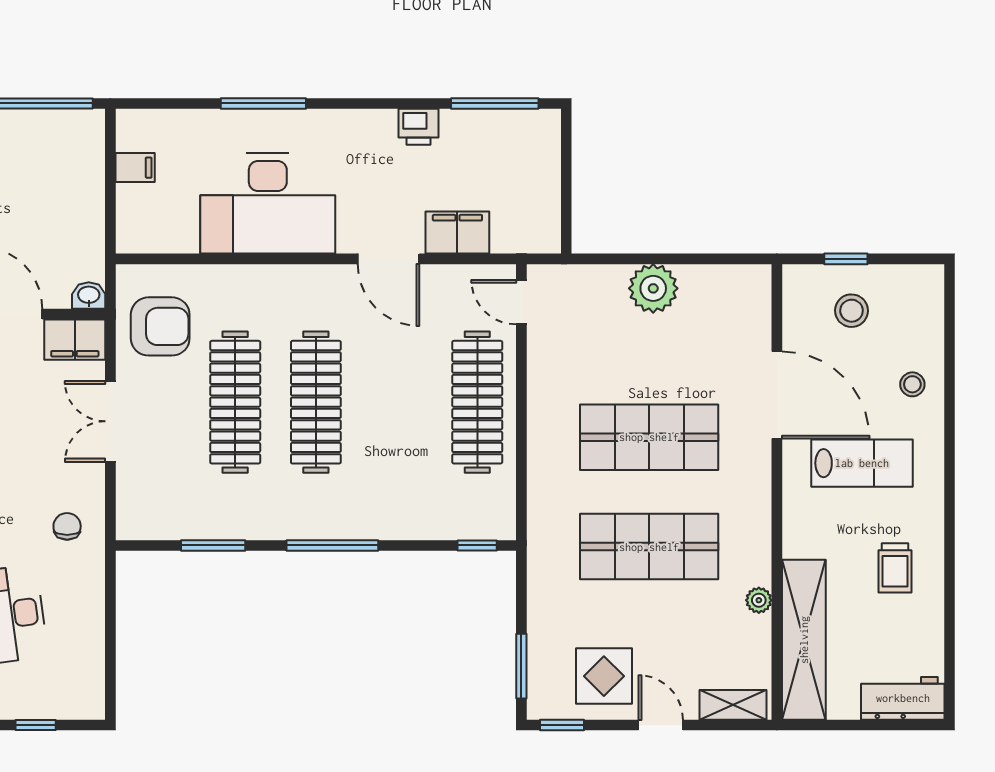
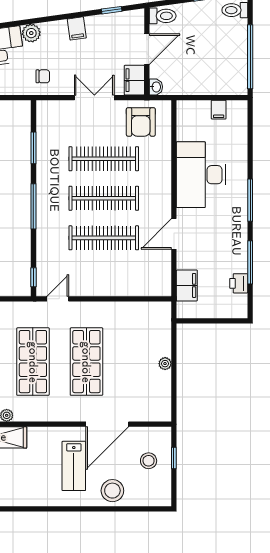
window: (263, 103) -> (250, 200), moved
window: (495, 103) -> (250, 262), moved
printer: (419, 127) -> (239, 283), moved
filing cabinet: (457, 233) -> (187, 285), moved
plant: (653, 288) -> (165, 364), width x0.53, depth x0.53
door: (521, 302) -> (58, 299), moved
stool: (912, 384) -> (112, 491), width x1.89, depth x1.89
clothes rail: (477, 402) -> (104, 238), moved
trolley: (895, 568) -> (23, 482), removed

